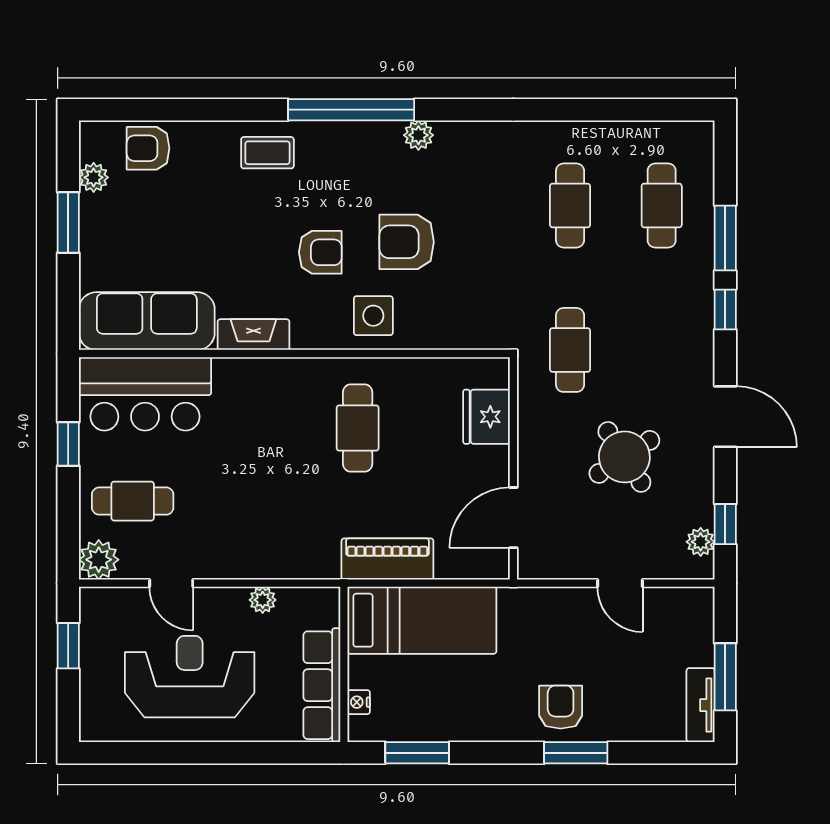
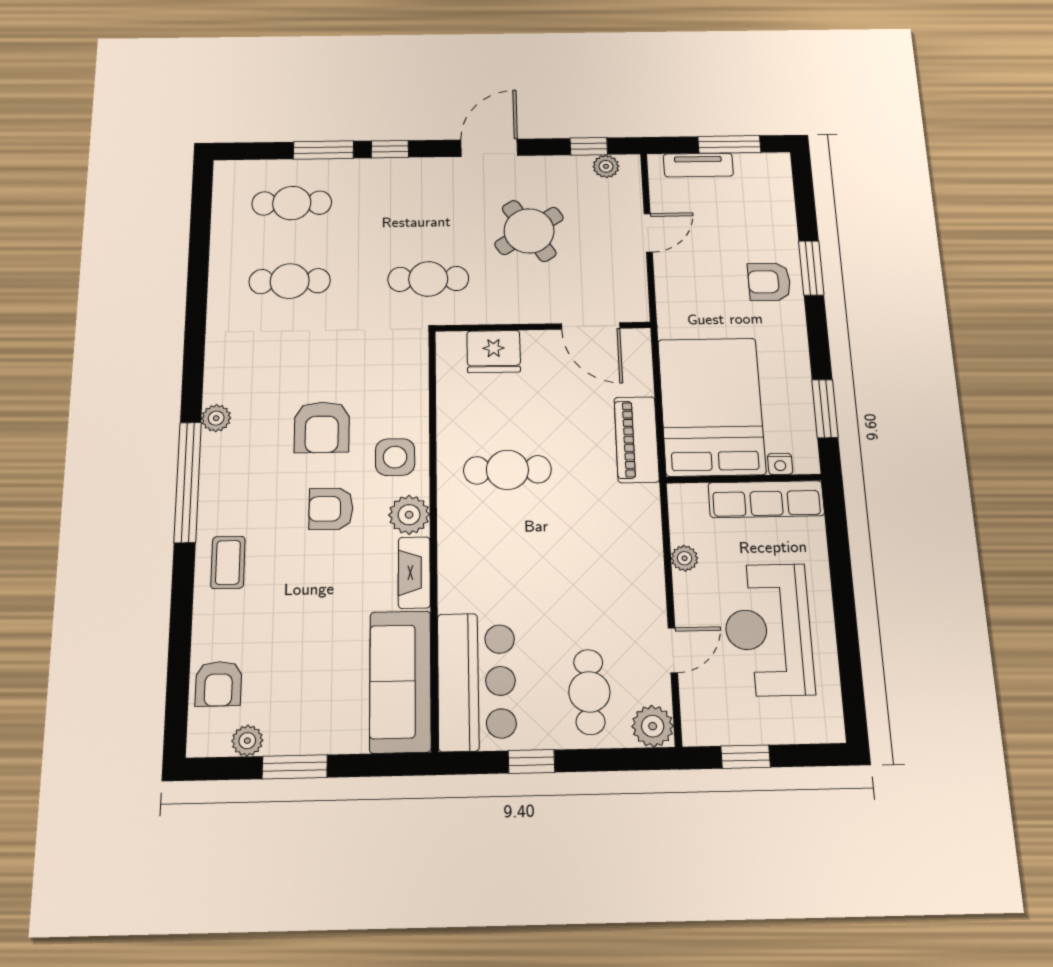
armchair: (320, 252) -> (331, 509), turned -90
plant: (313, 330) -> (409, 515), added
bed: (422, 620) -> (711, 406), width x1.50
tv unit: (701, 705) -> (698, 165), moved

